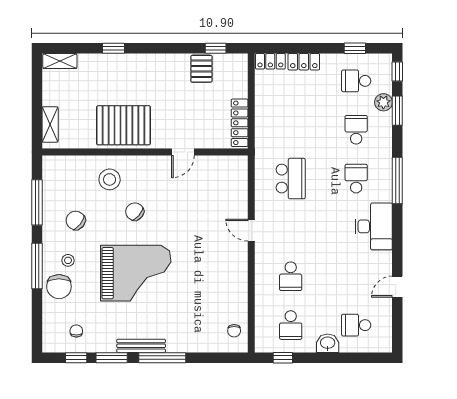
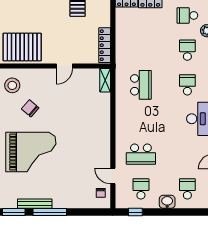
shelving: (240, 172) -> (105, 80), added
door: (251, 230) -> (113, 176), moved
school desk: (291, 276) -> (141, 154), width x1.85
school desk: (291, 325) -> (141, 189), turned 180
school desk: (356, 325) -> (187, 189), turned 90

